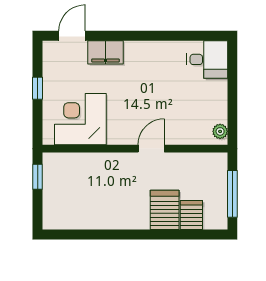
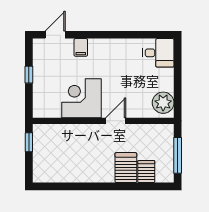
filing cabinet: (105, 52) -> (81, 47), width x0.50
corner desk: (80, 119) -> (81, 98), moved
plant: (220, 131) -> (163, 103), width x1.88, depth x1.88

